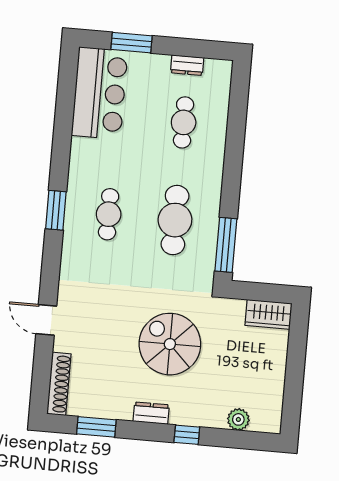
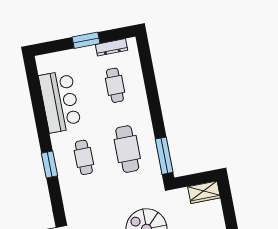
window: (132, 43) -> (86, 40), moved
dresser: (187, 65) -> (111, 47), width x1.44
bar counter: (100, 93) -> (60, 101), moved

